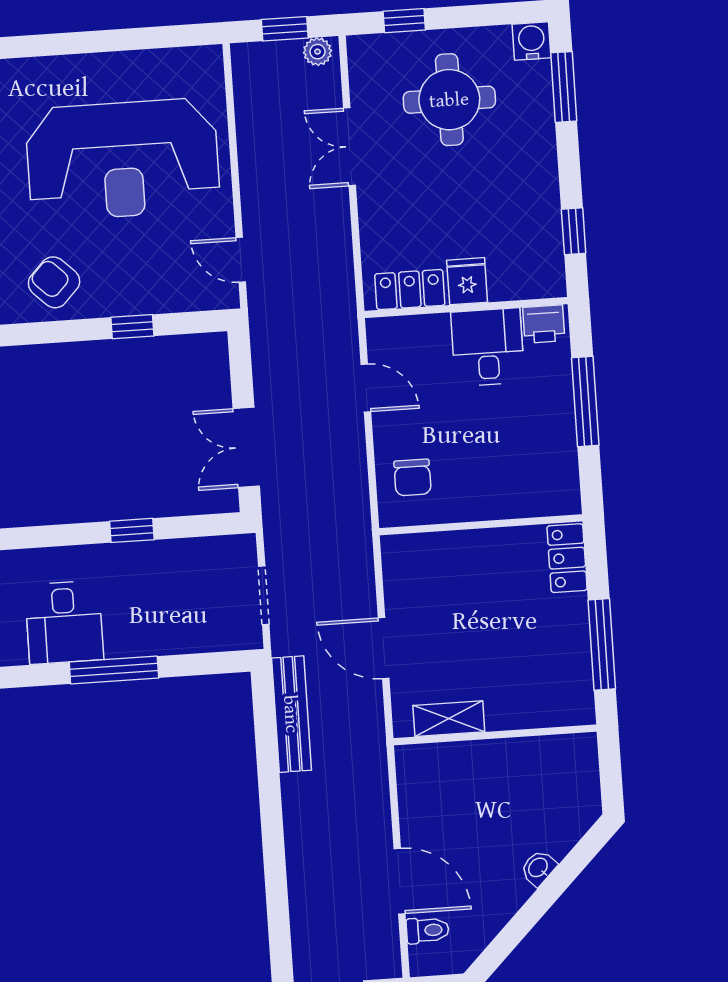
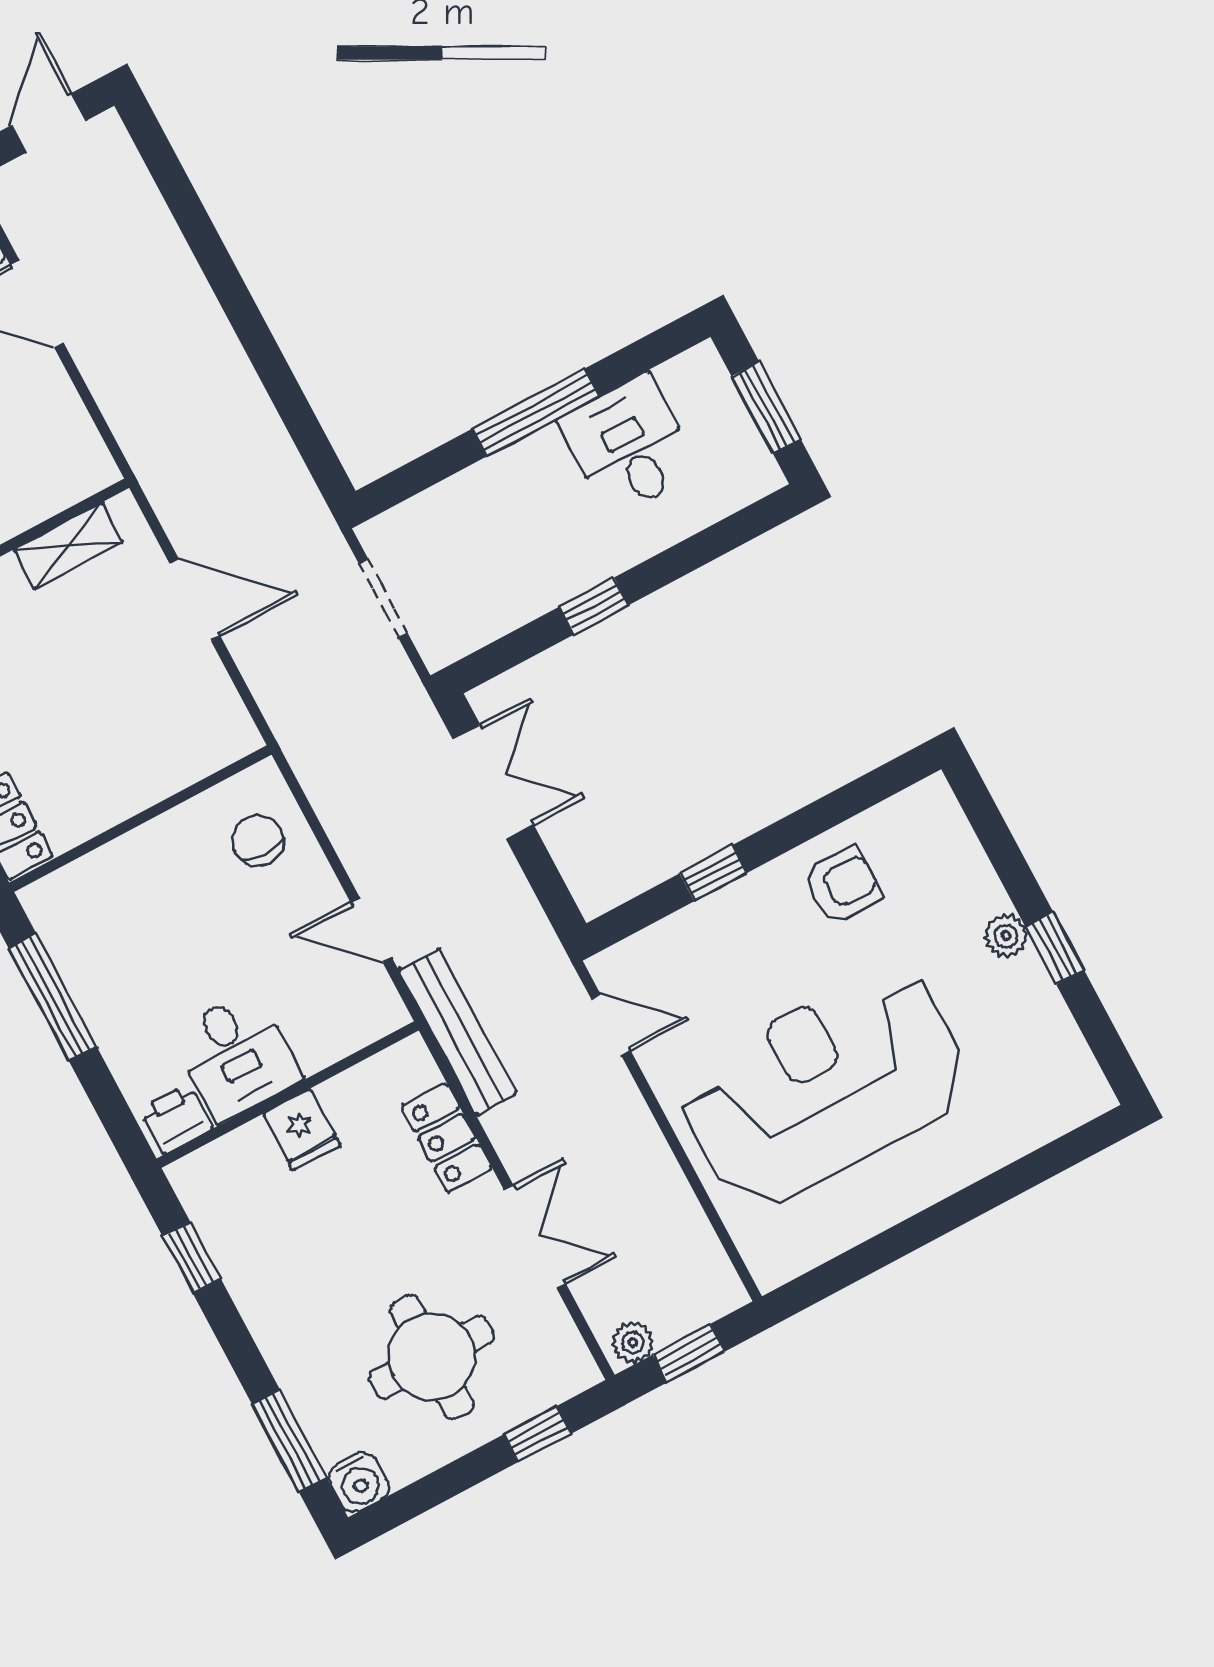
armchair: (54, 282) -> (842, 885), turned -44
locker: (410, 290) -> (447, 1138), moved, turned 90
window: (585, 402) -> (52, 997), moved
bench: (291, 714) -> (458, 1032), moved

